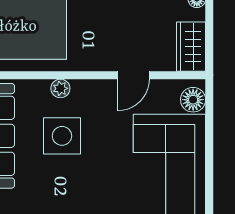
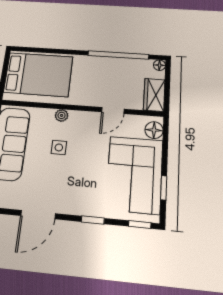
side table: (62, 136) -> (59, 147), width x0.54, depth x0.54
window: (209, 179) -> (164, 188), added

